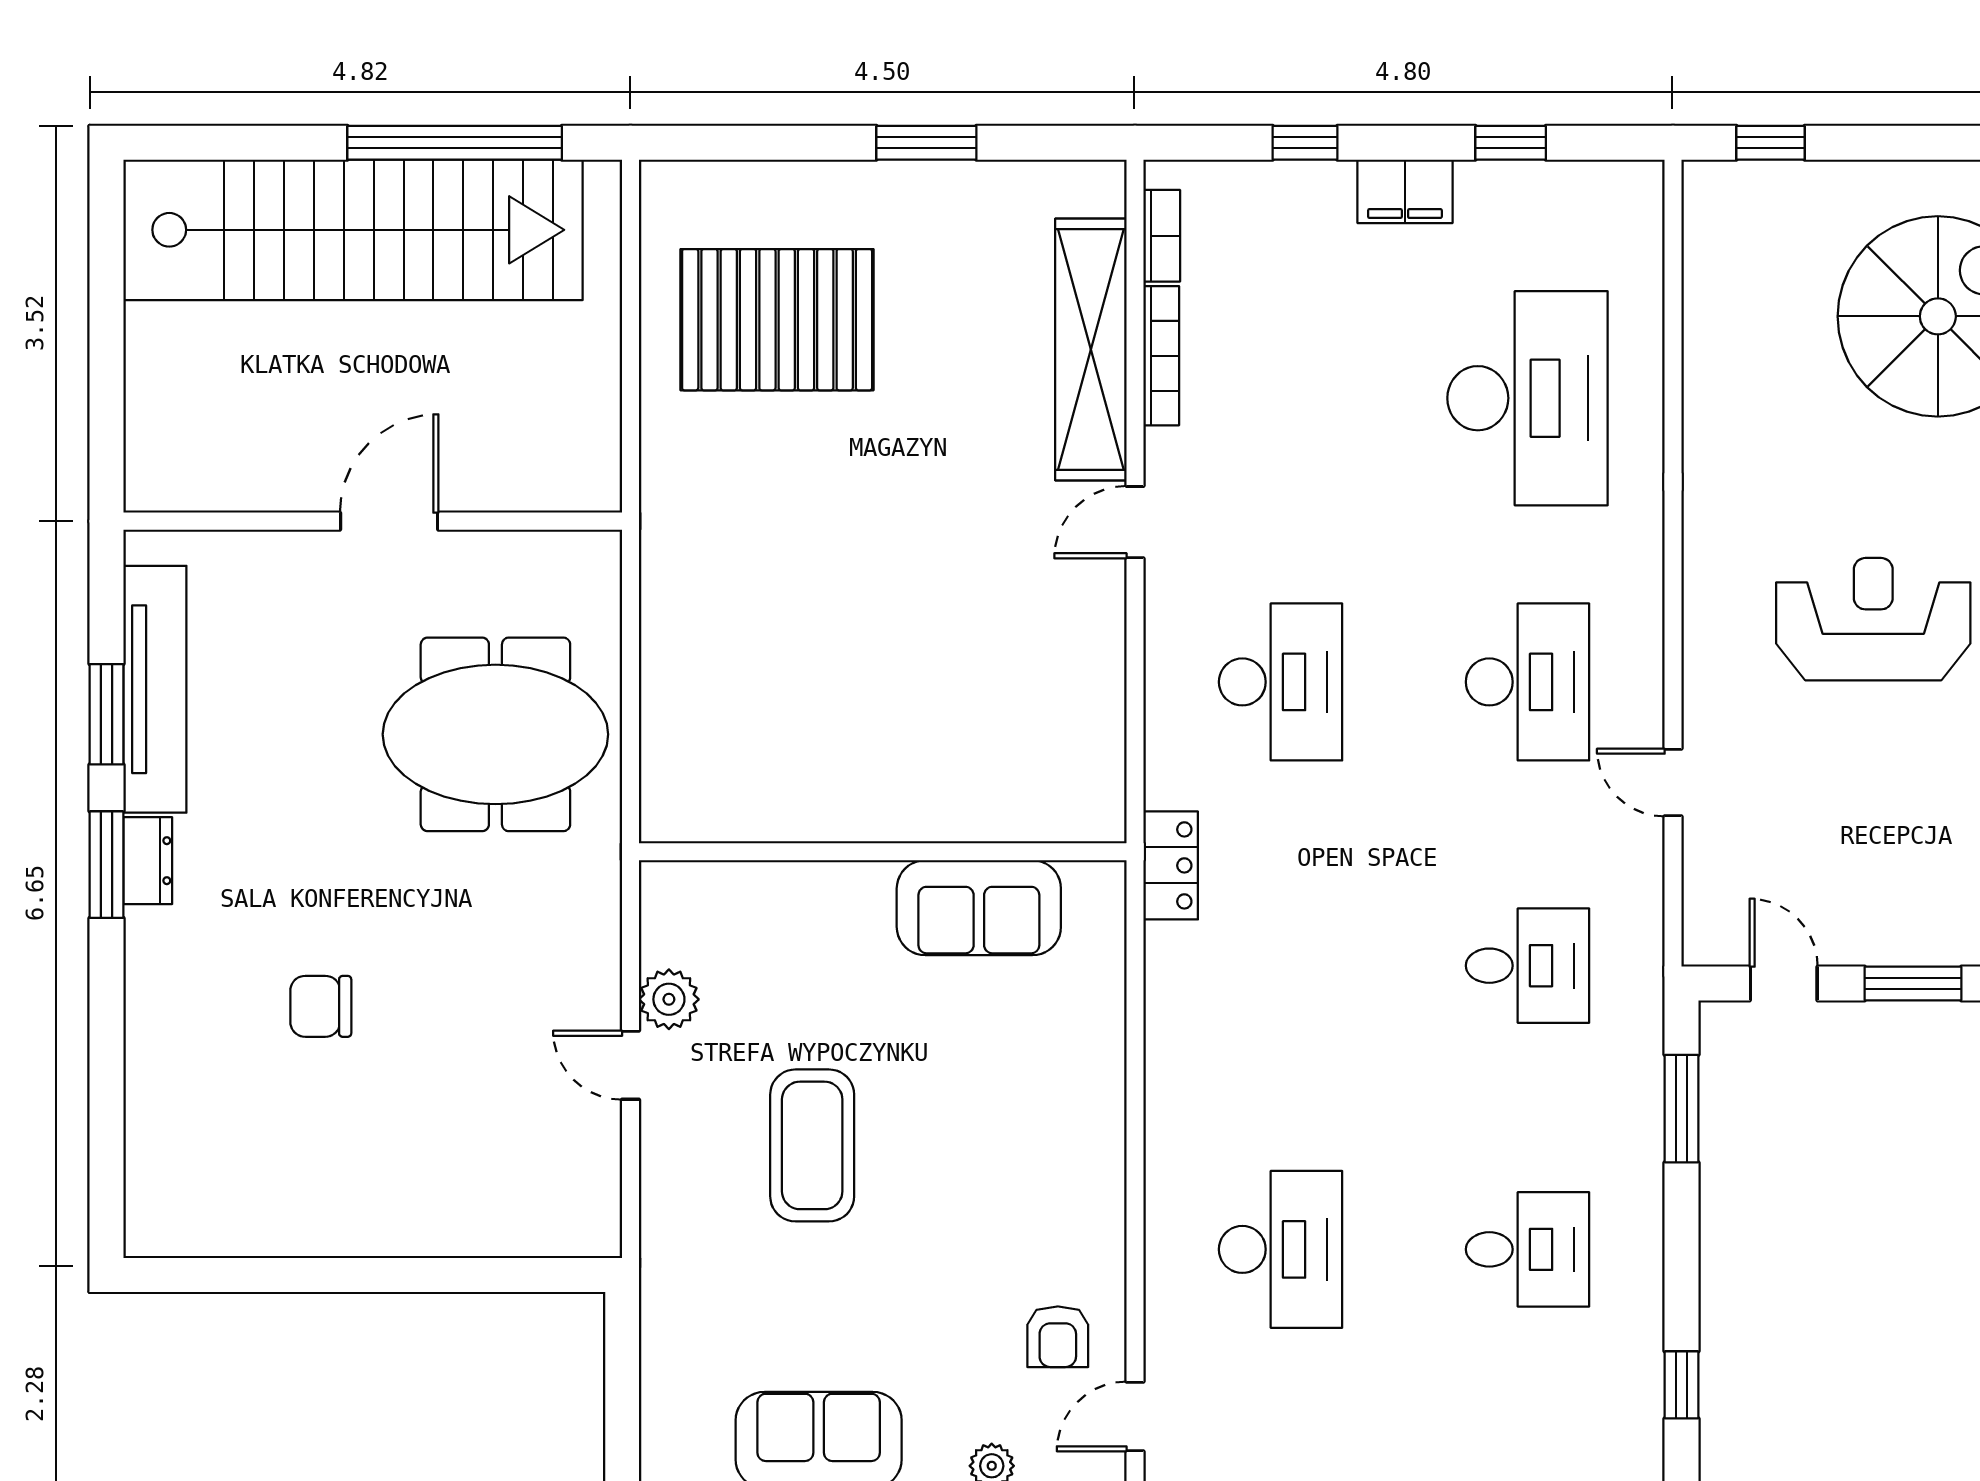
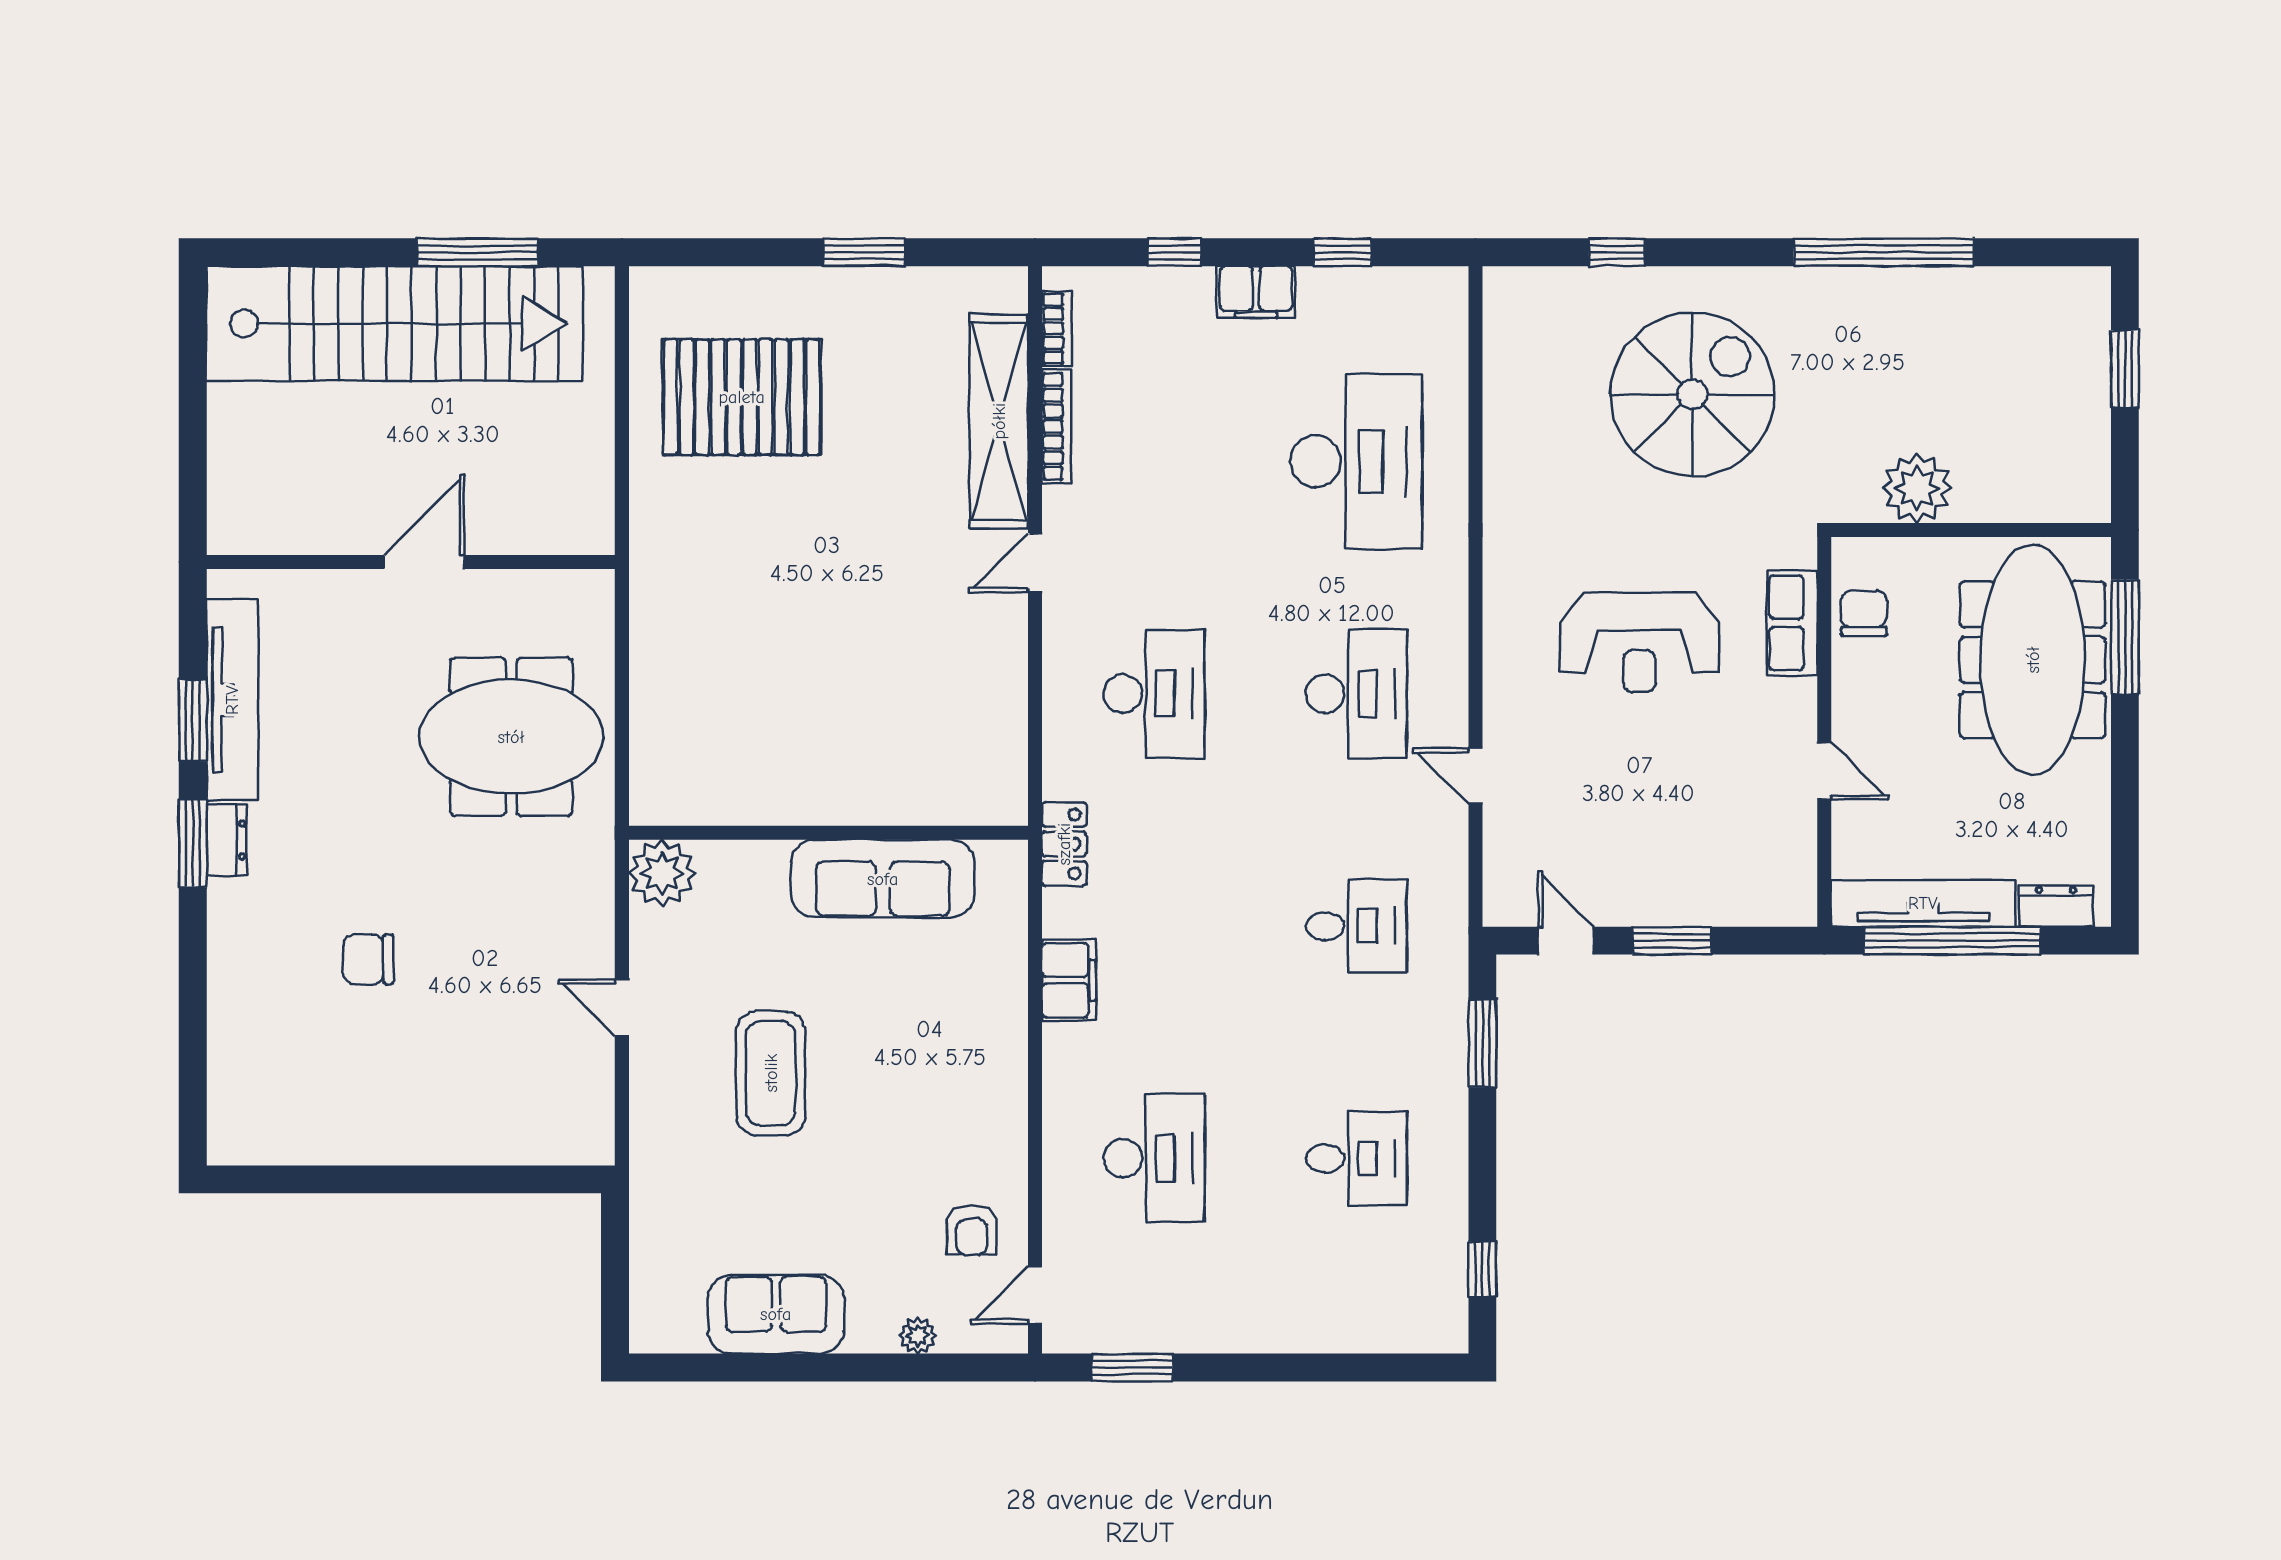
window: (455, 143) -> (478, 252), width x0.68
window: (1771, 143) -> (1617, 252), moved
reception desk: (1873, 619) -> (1639, 642), turned 180
sofa: (979, 908) -> (883, 879), width x1.36
plant: (669, 999) -> (662, 873), moved, width x1.36, depth x1.36
filing cabinet: (1176, 1032) -> (1069, 980), added

